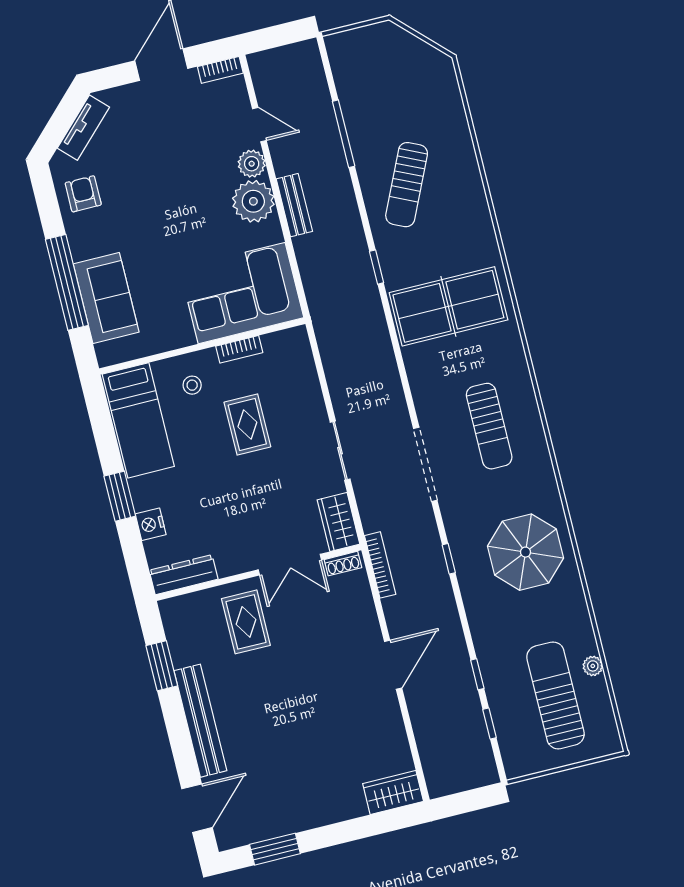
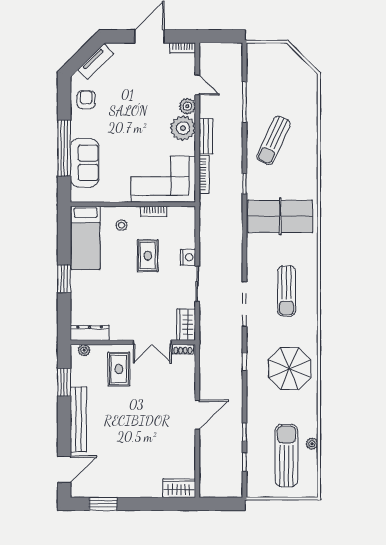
nightstand: (151, 524) -> (188, 257), moved, turned 180
bookcase: (380, 565) -> (204, 174), moved
plant: (181, 605) -> (84, 350), added

